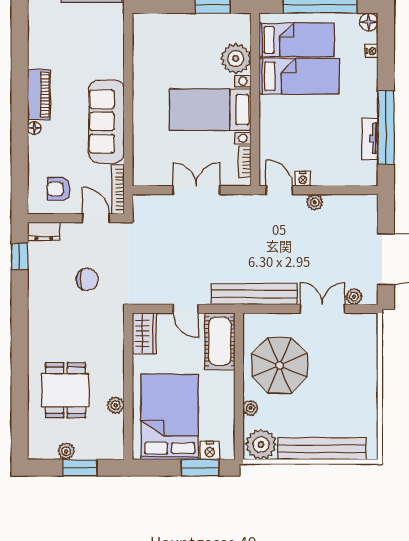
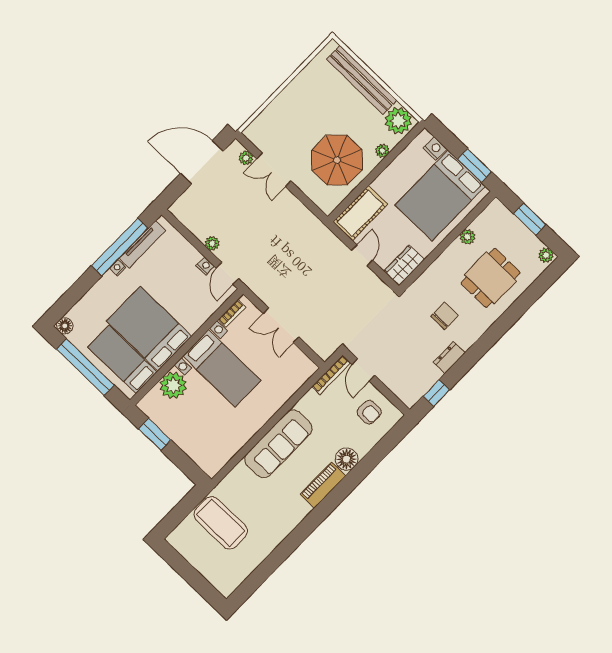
nightstand: (371, 51) -> (118, 268), moved
bed: (299, 76) -> (149, 329), width x1.50
sofa: (107, 121) -> (278, 444), moved
floor lamp: (34, 128) -> (347, 459), width x1.89, depth x1.89
tv unit: (370, 139) -> (142, 244), width x1.41
dresser: (44, 231) -> (449, 358), moved, turned -90
chair: (87, 279) -> (445, 316), moved, turned 90
bench: (254, 294) -> (309, 222), removed
plant: (66, 451) -> (546, 255), moved
window: (200, 468) -> (475, 166), moved

